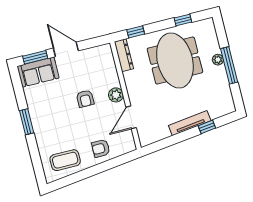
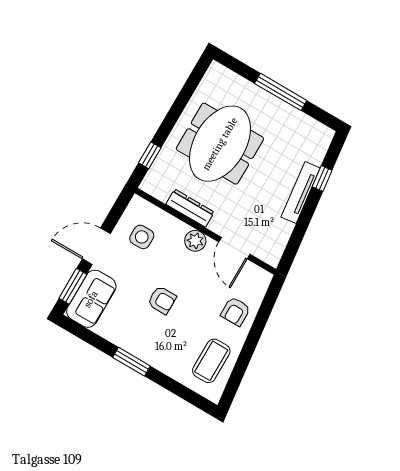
window: (183, 20) -> (186, 94), removed
dresser: (124, 55) -> (190, 208), moved
meeting table: (175, 60) -> (220, 144), turned 90
plant: (218, 60) -> (263, 98), removed
side table: (92, 67) -> (142, 237), added
armchair: (85, 99) -> (162, 300), moved

